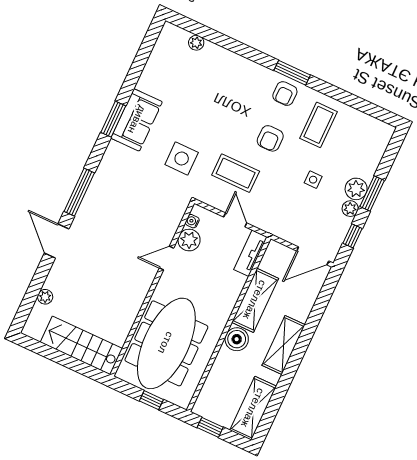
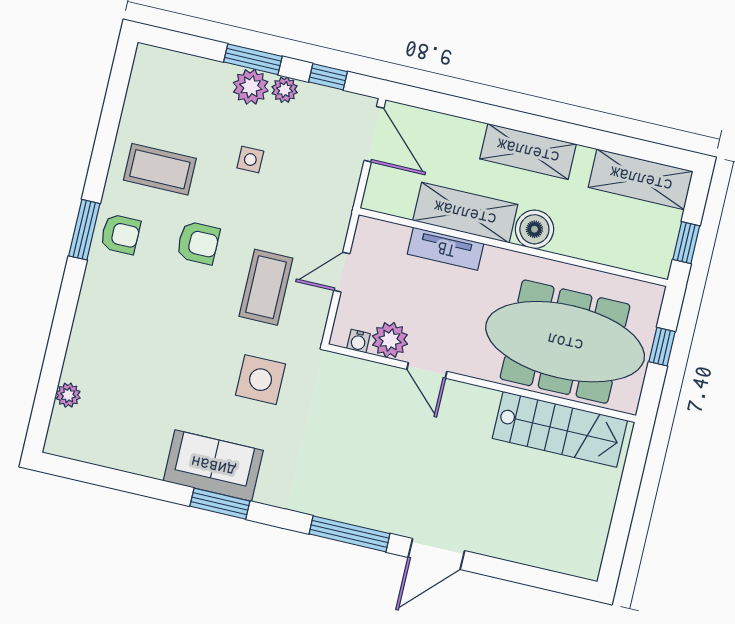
tv unit: (250, 253) -> (446, 249), moved
plant: (45, 297) -> (531, 554), removed
stairs: (81, 345) -> (560, 429), moved, turned -90

